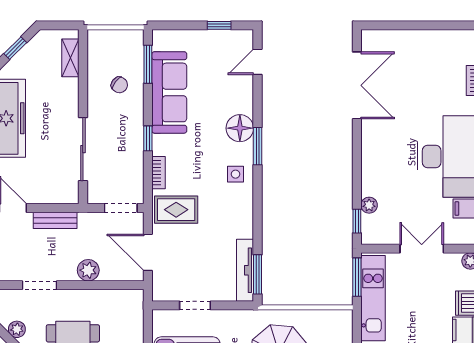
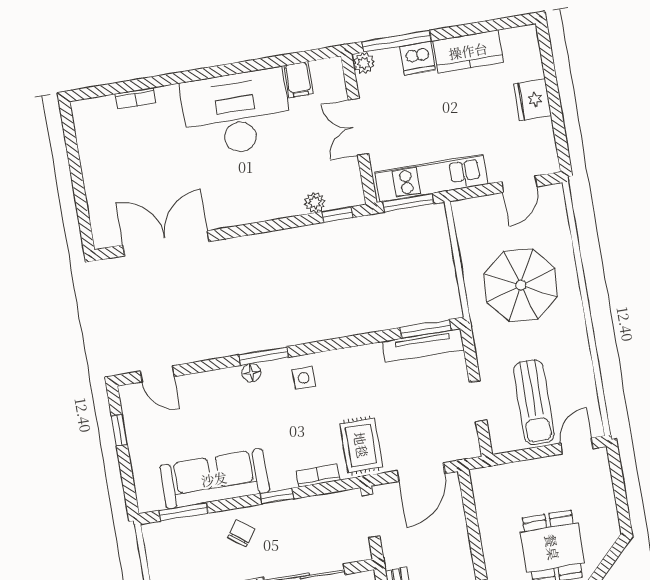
chair: (119, 85) -> (241, 533), moved
floor lamp: (240, 128) -> (251, 373), width x0.53, depth x0.53
plant: (88, 270) -> (456, 544), removed

